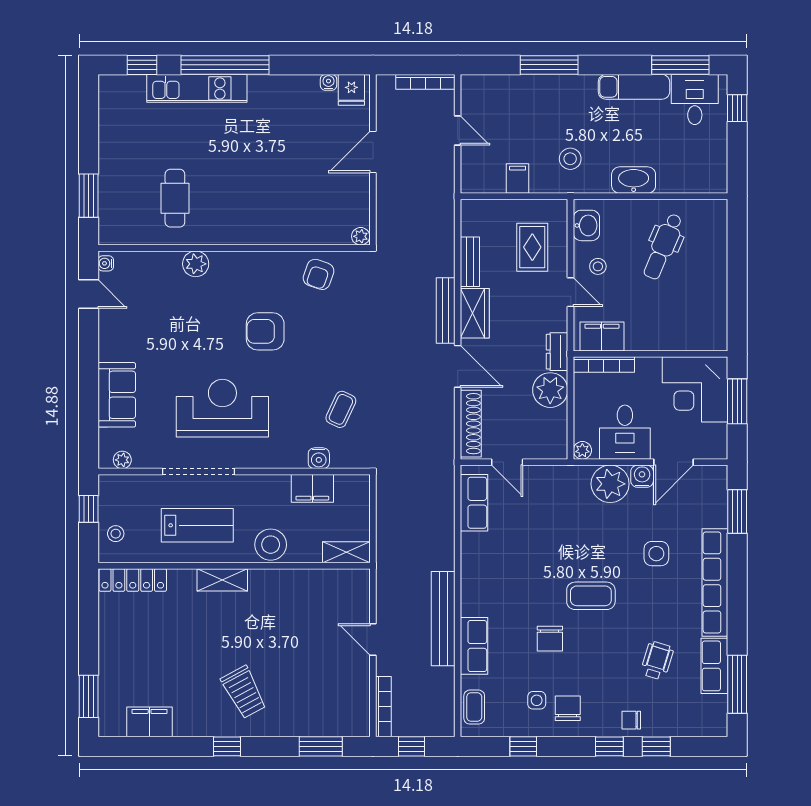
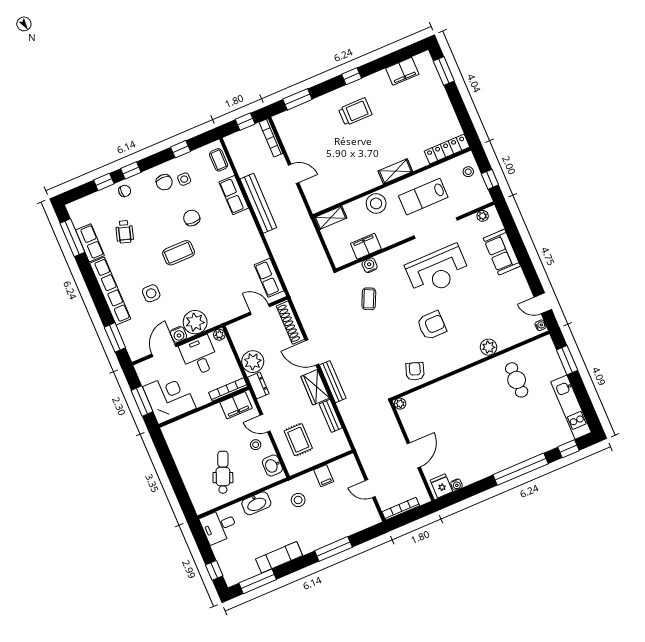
kitchen unit: (197, 88) -> (571, 407), moved, turned -90
desk: (695, 100) -> (219, 526), moved, turned 90
trolley: (244, 692) -> (355, 112), turned 118

